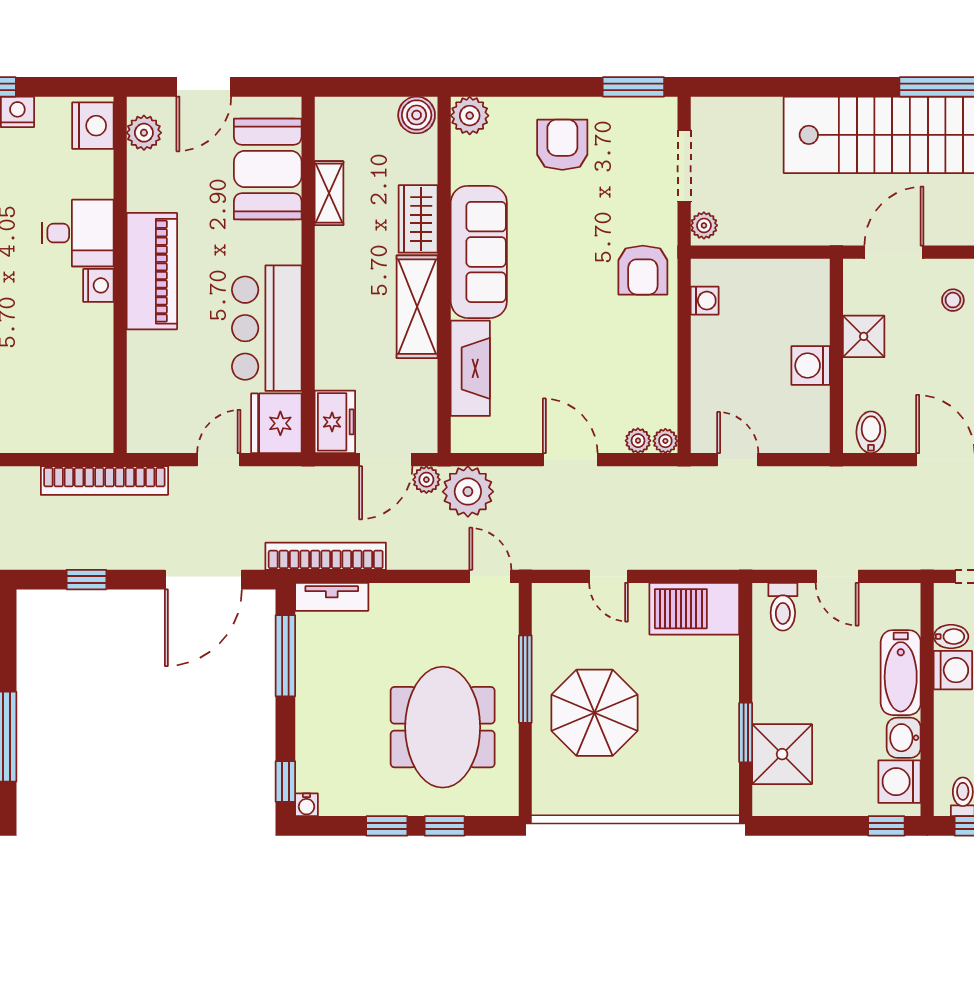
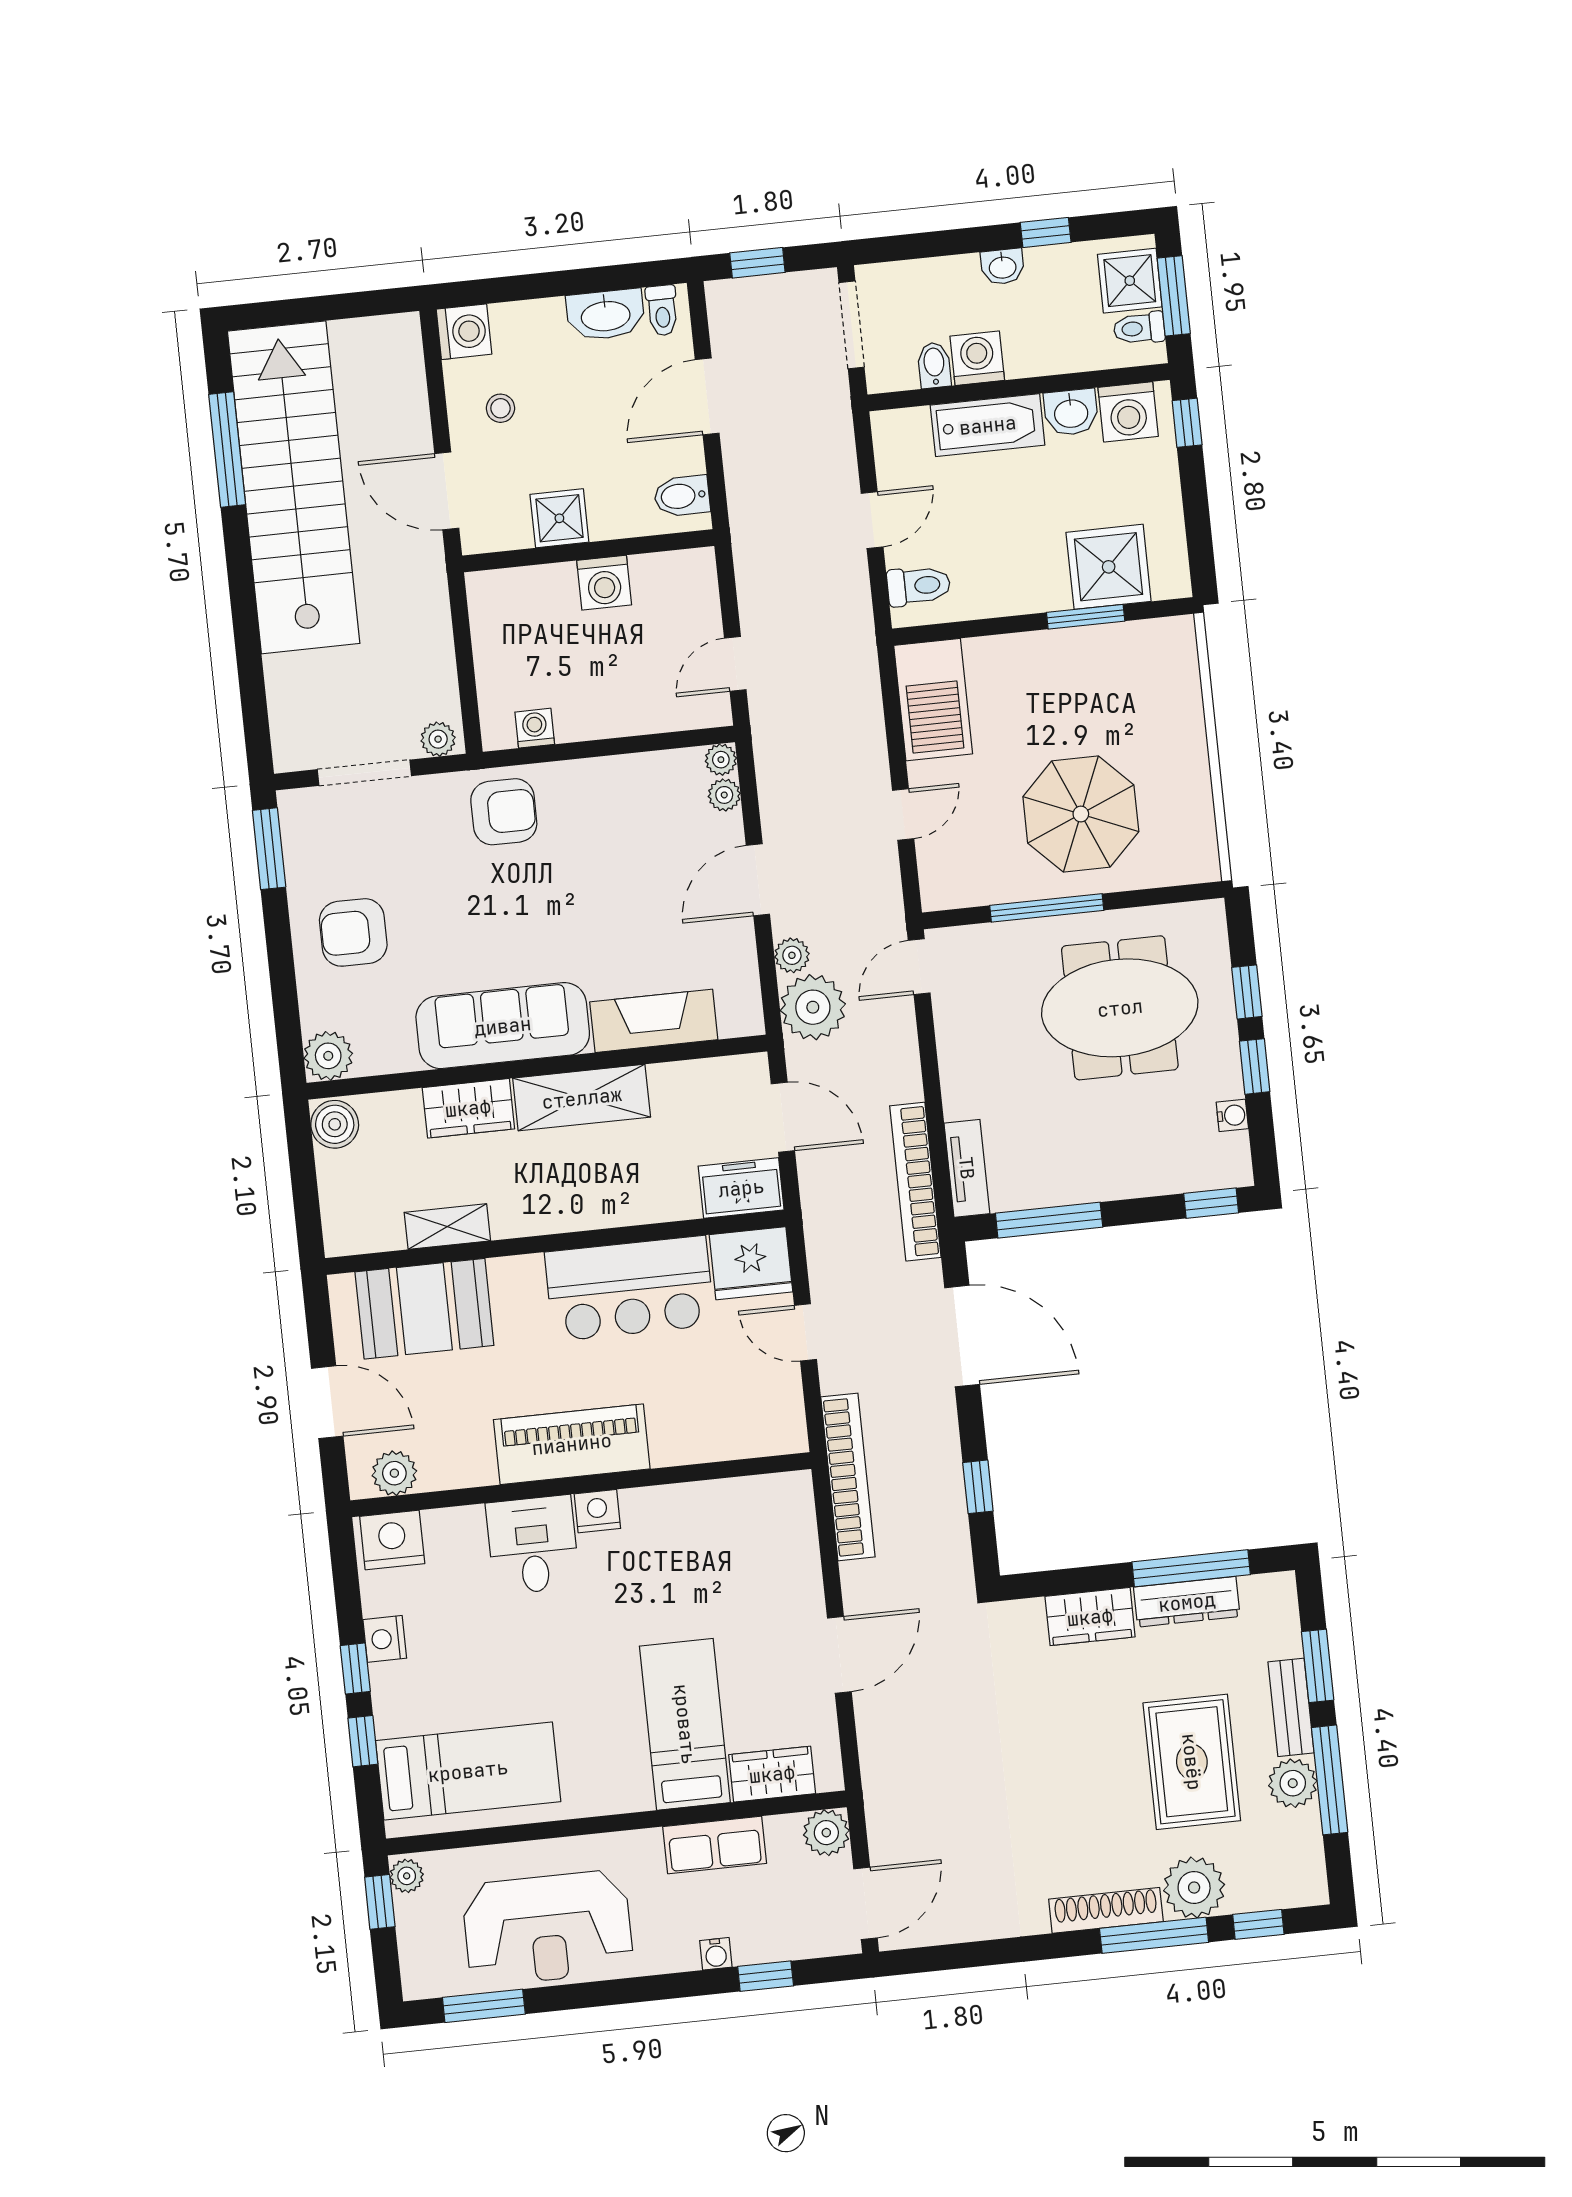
plant: (426, 480) -> (792, 955), moved
water cooler: (307, 805) -> (1232, 1115), moved

